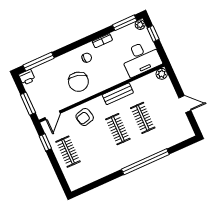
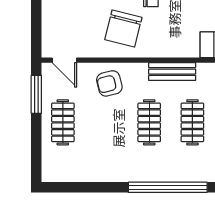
window: (28, 104) -> (36, 27), removed
door: (53, 115) -> (64, 60), hinge flipped
window: (45, 142) -> (36, 94), width x1.50

